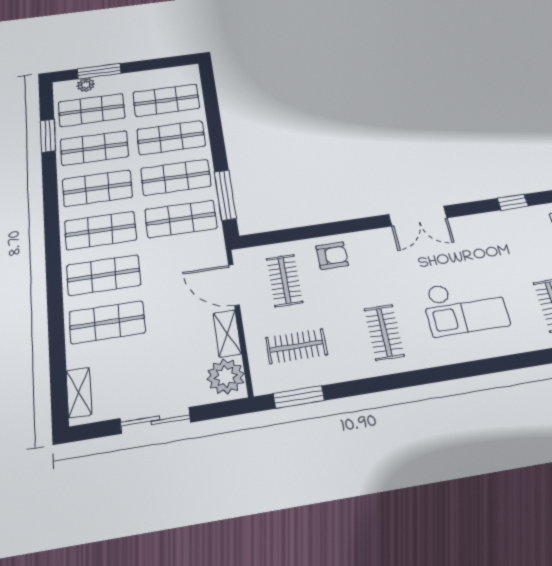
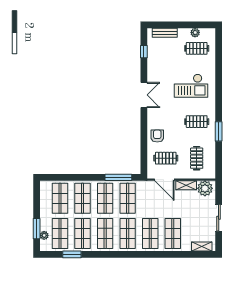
door: (234, 285) -> (164, 180), hinge flipped
checkout: (465, 307) -> (191, 86), turned 90
window: (299, 397) -> (219, 131), moved

